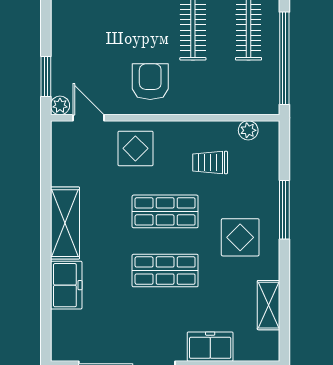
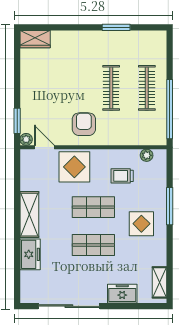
display table: (135, 148) -> (74, 167), width x1.36, depth x1.36
shelving: (269, 305) -> (160, 282), moved

